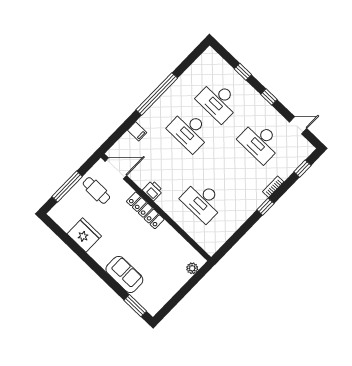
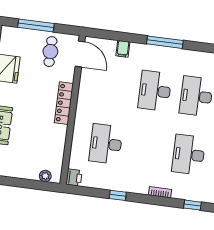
window: (157, 94) -> (165, 42), width x0.68
printer: (153, 190) -> (74, 178), moved
window: (265, 207) -> (118, 195), moved

